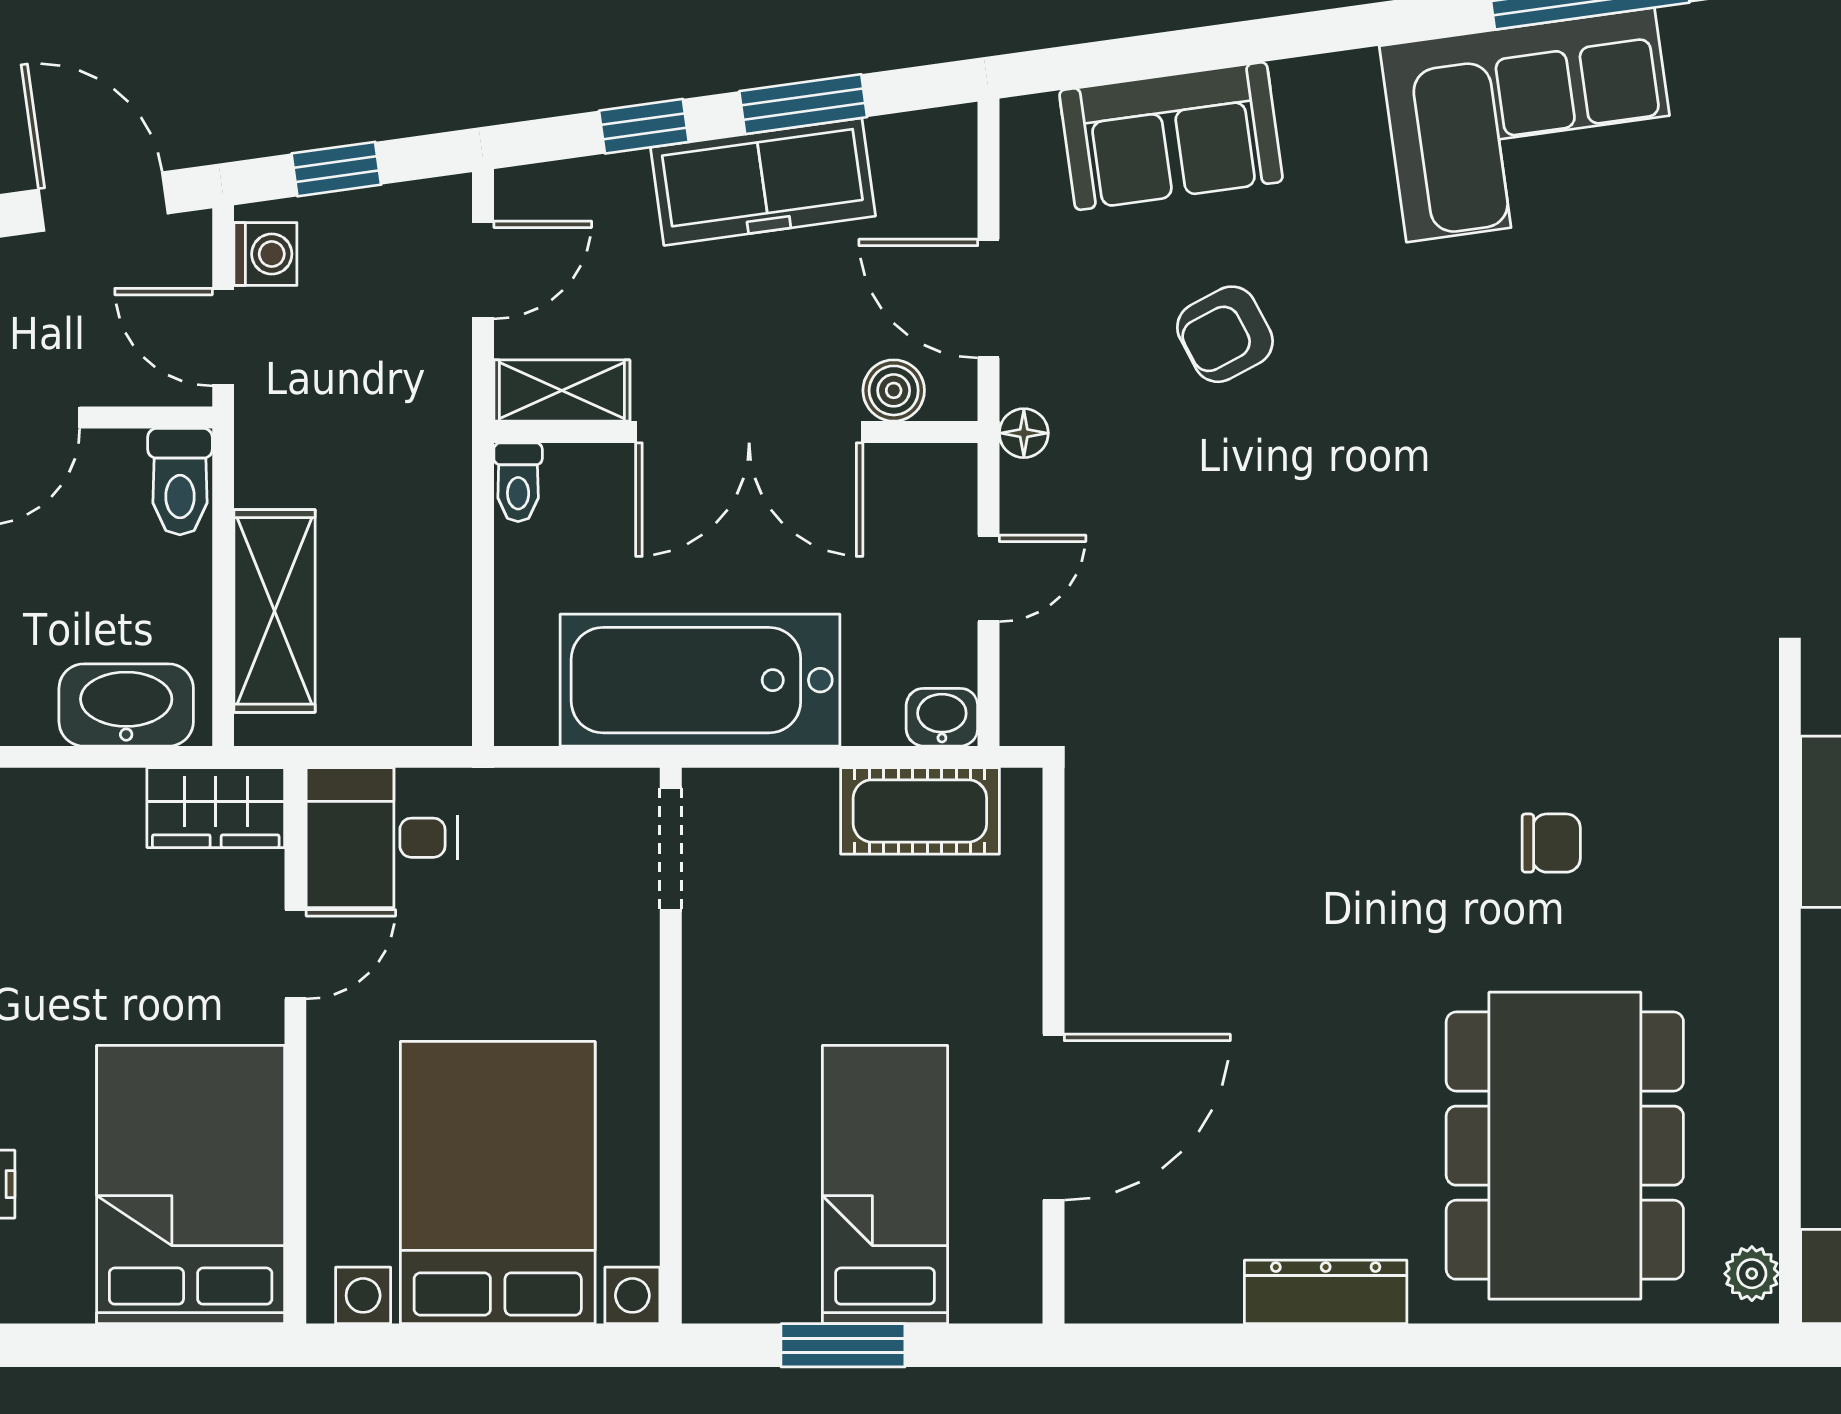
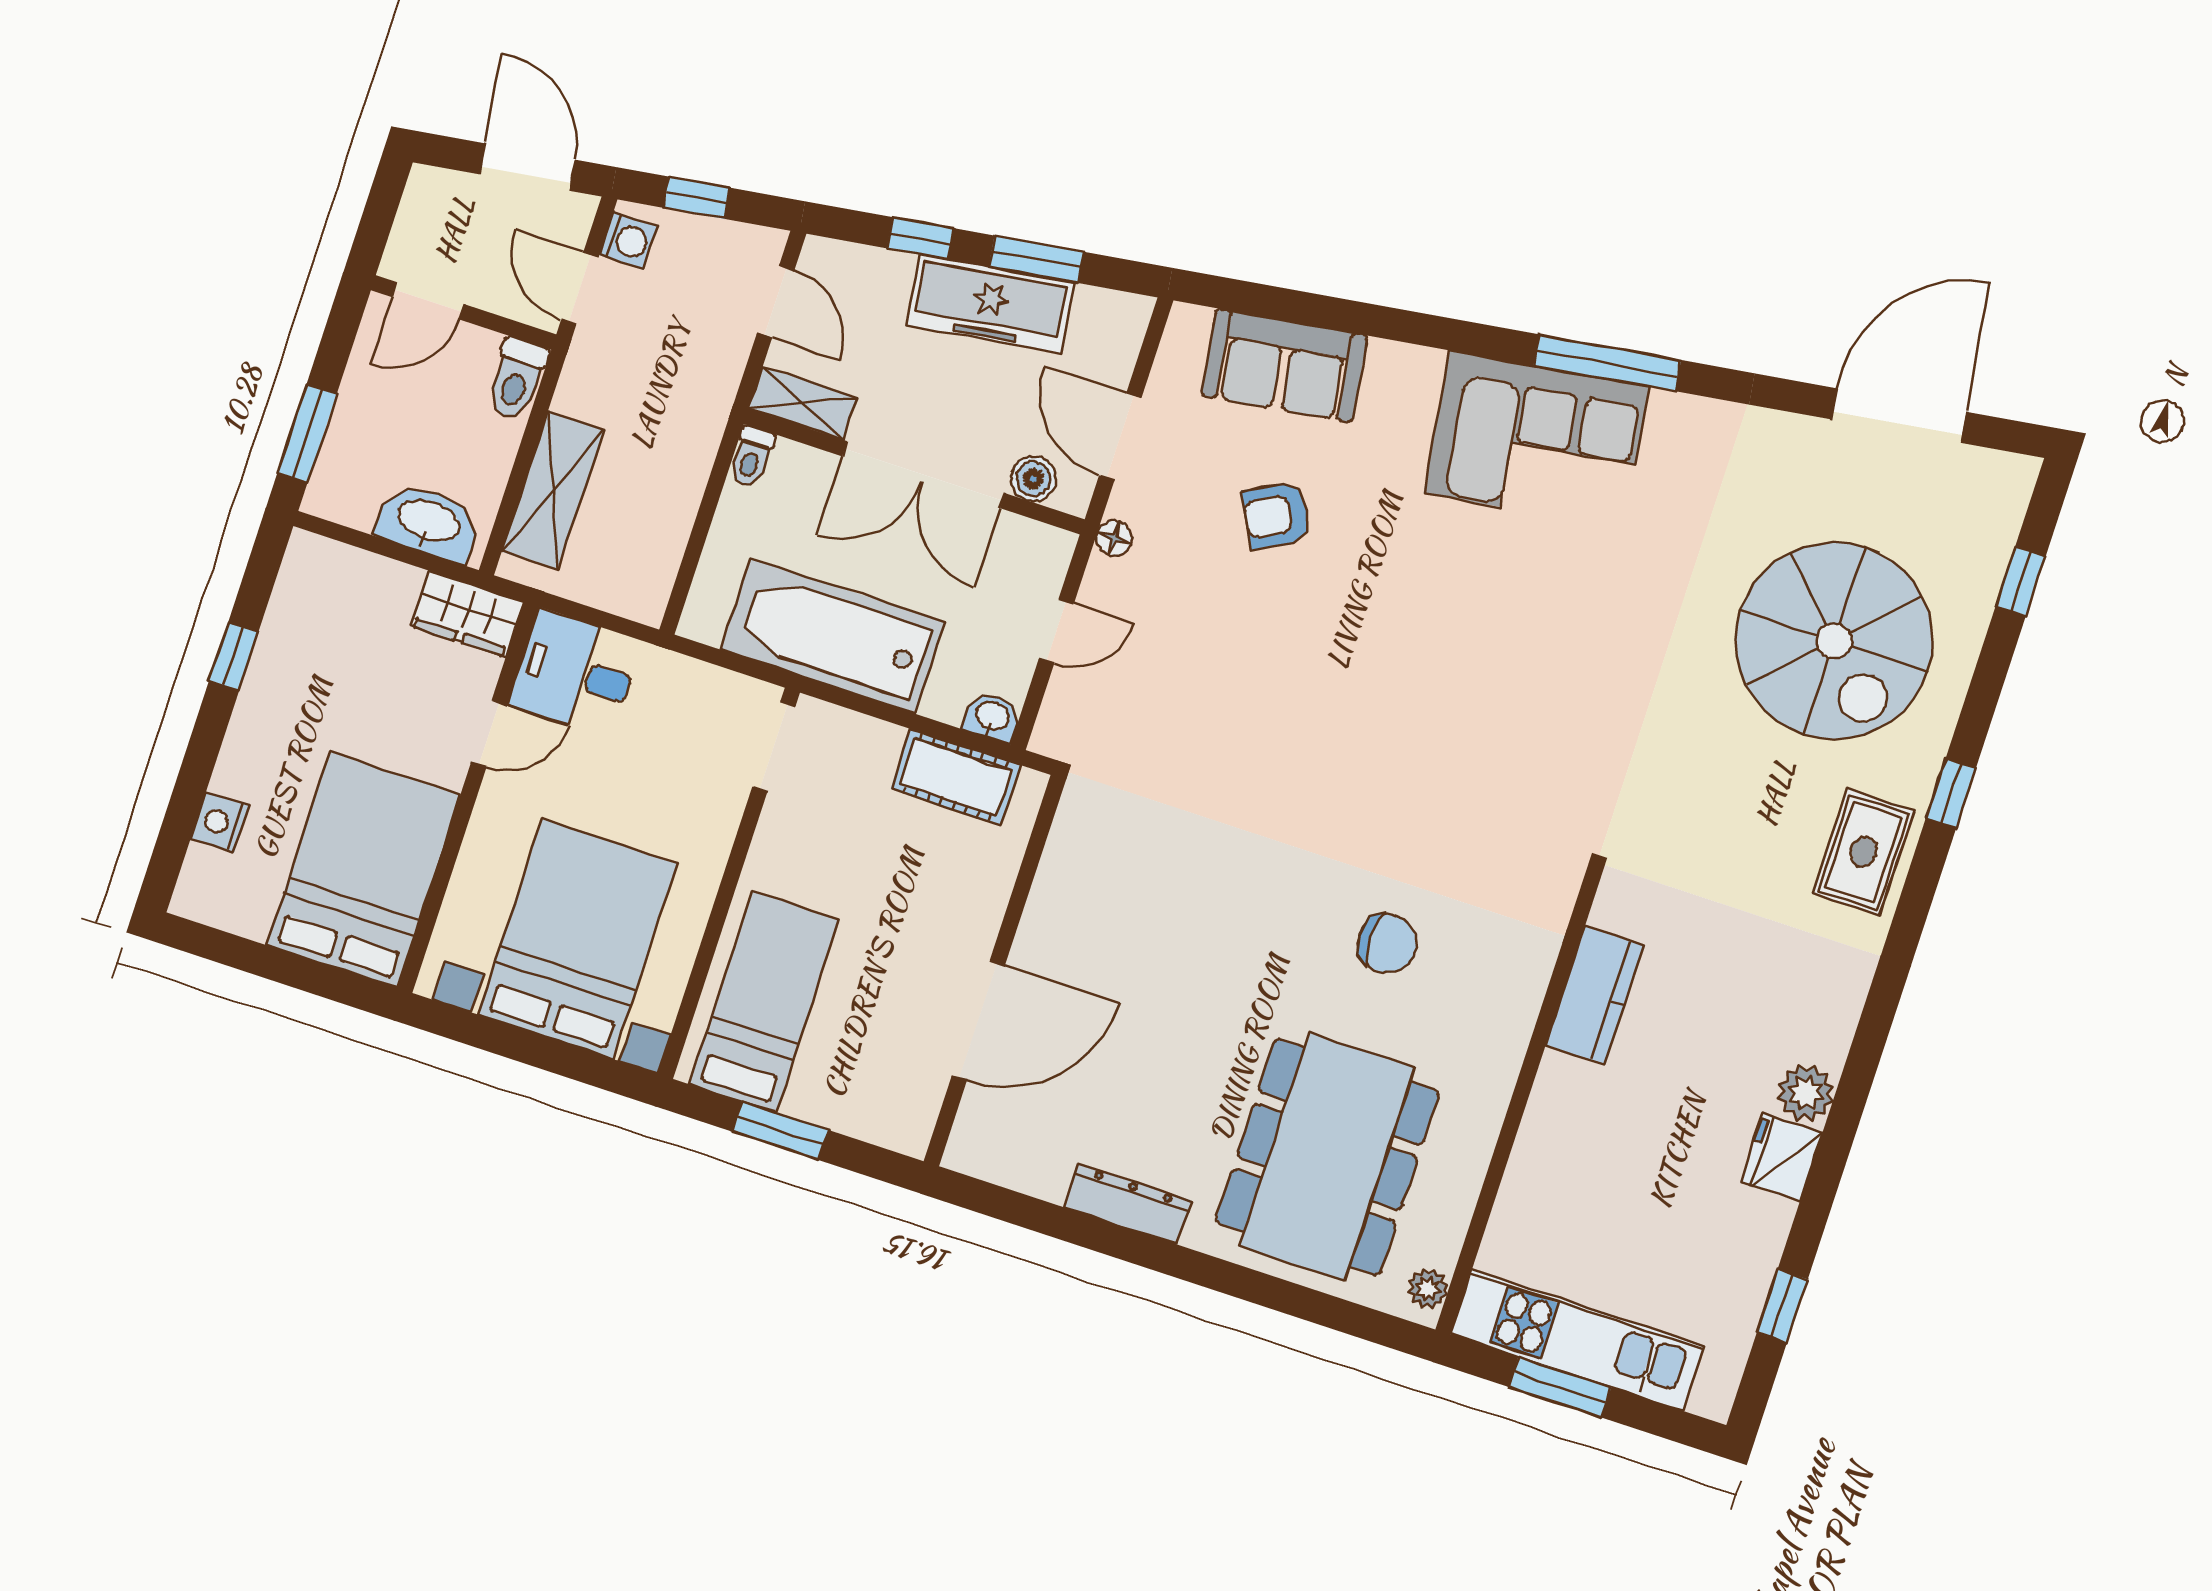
door: (483, 270) -> (776, 301), hinge flipped
chair: (1551, 843) -> (1387, 944), width x1.37, depth x1.37
bed: (885, 1185) -> (764, 1002), moved

